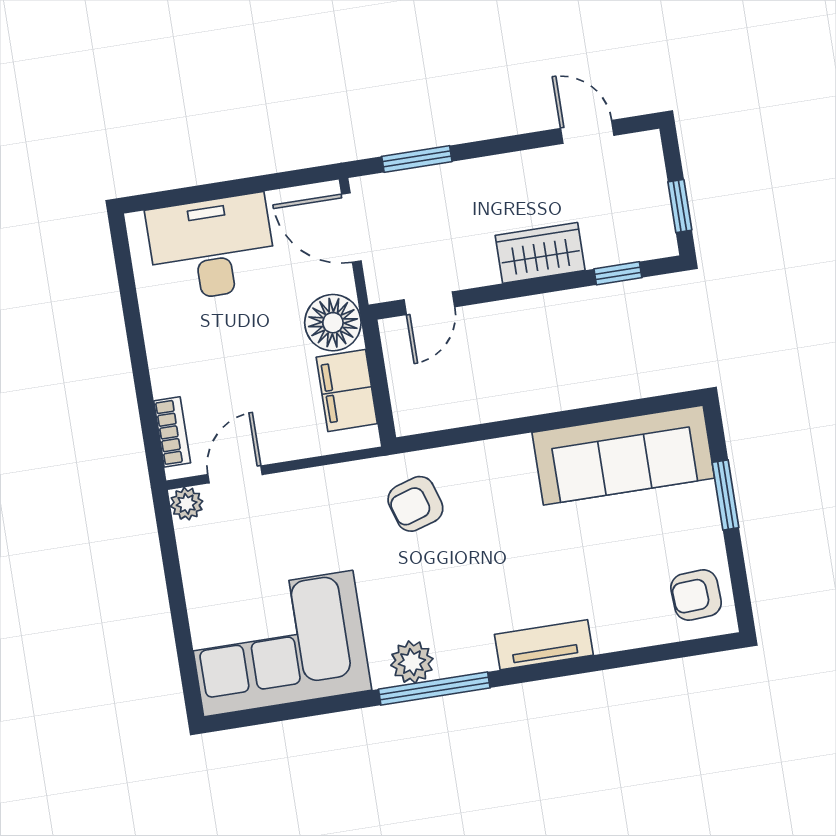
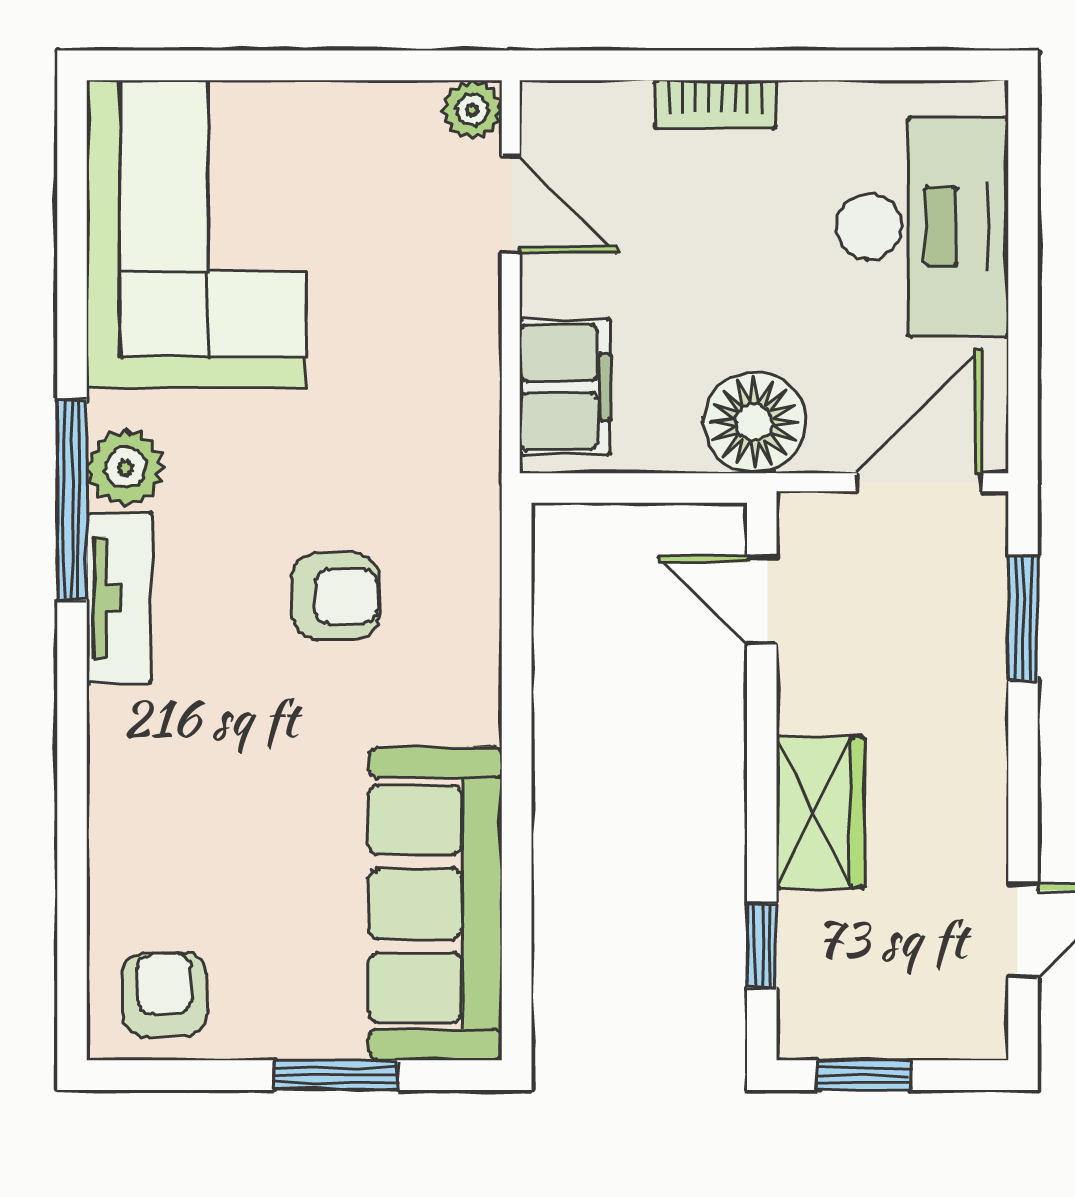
filing cabinet: (347, 390) -> (565, 387), moved, turned 90
bookcase: (172, 432) -> (715, 104), moved
armchair: (415, 504) -> (336, 596), moved, turned 107
tv unit: (544, 645) -> (119, 598), moved

